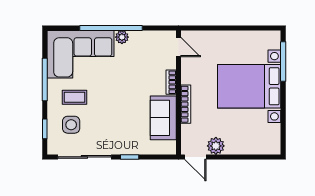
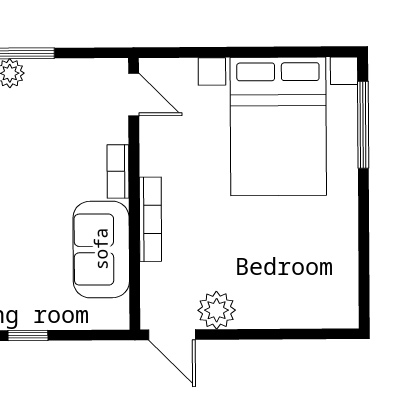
bed with nightstands: (249, 86) -> (278, 126), moved, turned -90

